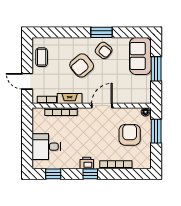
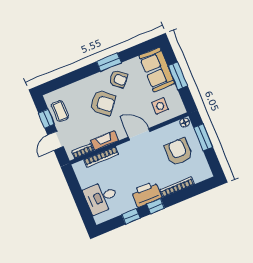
window: (27, 59) -> (46, 119), added
armchair: (82, 65) -> (103, 103), turned -100
door: (27, 81) -> (56, 141), hinge flipped
side table: (130, 89) -> (160, 106), added
door: (102, 106) -> (139, 134), hinge flipped
printer: (87, 163) -> (146, 194), width x1.87, depth x1.48
window: (53, 174) -> (131, 217), moved

